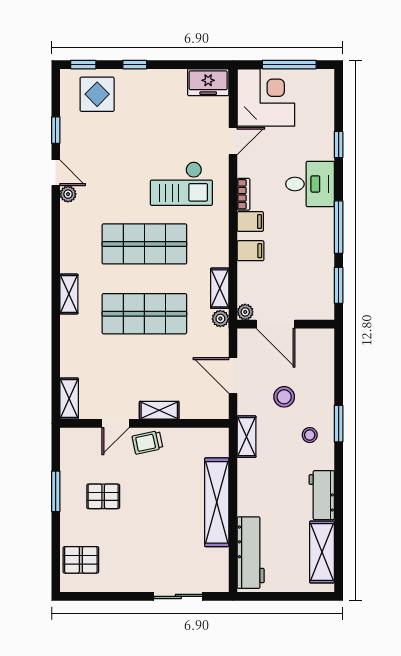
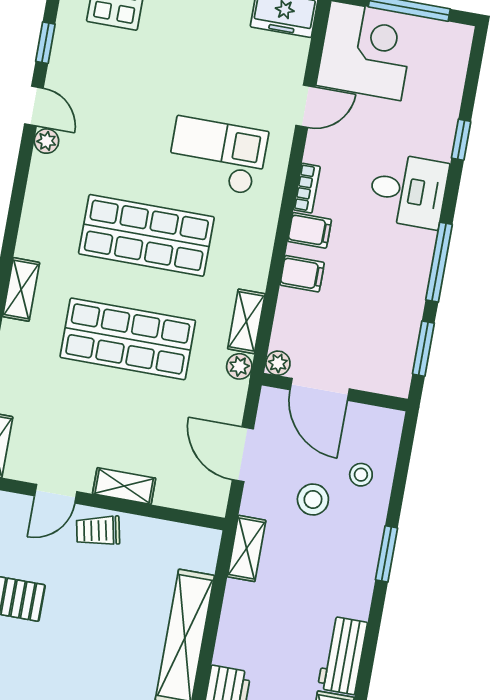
checkout: (181, 184) -> (217, 156), turned 180
stool: (310, 435) -> (361, 475), moved

